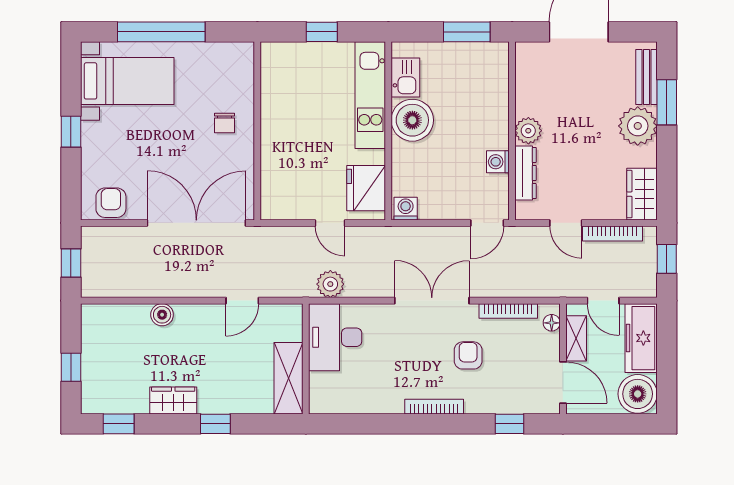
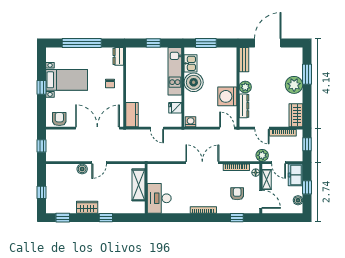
window: (467, 32) -> (206, 43), moved
dresser: (243, 62) -> (118, 56), added
bench: (647, 77) -> (244, 60), moved
bed with nightstands: (127, 81) -> (67, 80), moved
washing machine: (498, 162) -> (227, 96), width x1.89, depth x1.89
fridge: (366, 188) -> (175, 108), width x0.53, depth x0.75
kitchen counter: (274, 193) -> (132, 115), added
door: (487, 223) -> (227, 128), swing flipped
plant: (330, 284) -> (262, 155), moved
door: (242, 301) -> (99, 163), moved
desk: (335, 337) -> (159, 198), moved
freezer: (641, 338) -> (296, 175), width x0.71
armchair: (468, 355) -> (237, 194), moved
window: (667, 356) -> (307, 187), added
shelving: (289, 378) -> (138, 185), moved
boiler: (638, 394) -> (298, 200), width x0.54, depth x0.54

